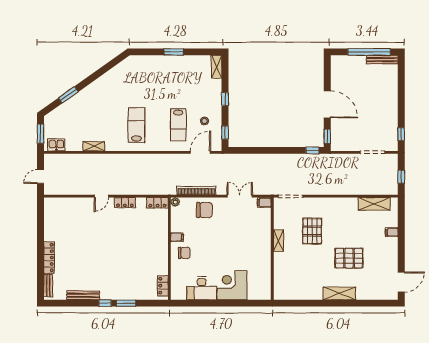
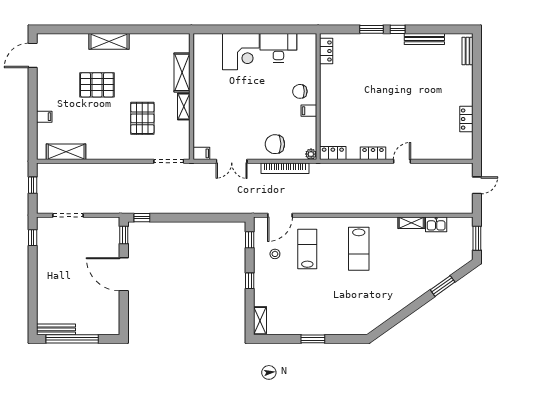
kitchen sink: (56, 145) -> (436, 224), moved
locker: (49, 258) -> (466, 119), moved, width x0.66
shelving: (280, 268) -> (182, 72), added

